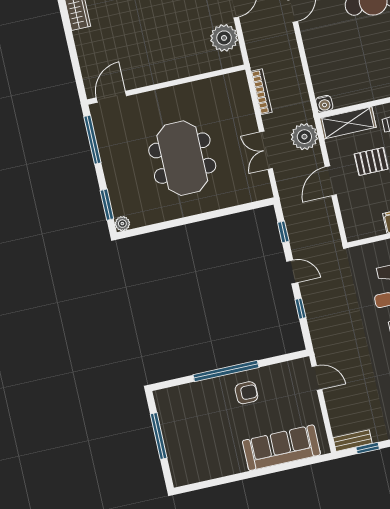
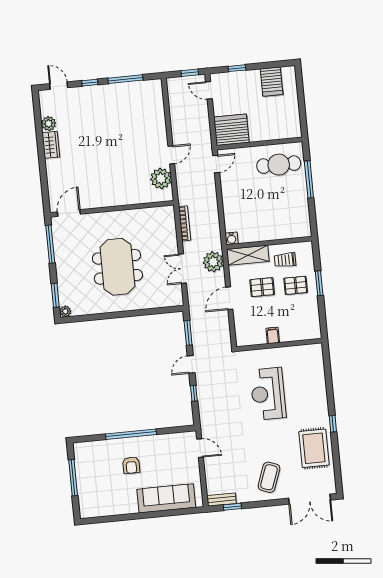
window: (283, 232) -> (188, 333), width x1.50
door: (292, 272) -> (191, 364), swing flipped
armchair: (246, 393) -> (131, 465), moved, turned 90

